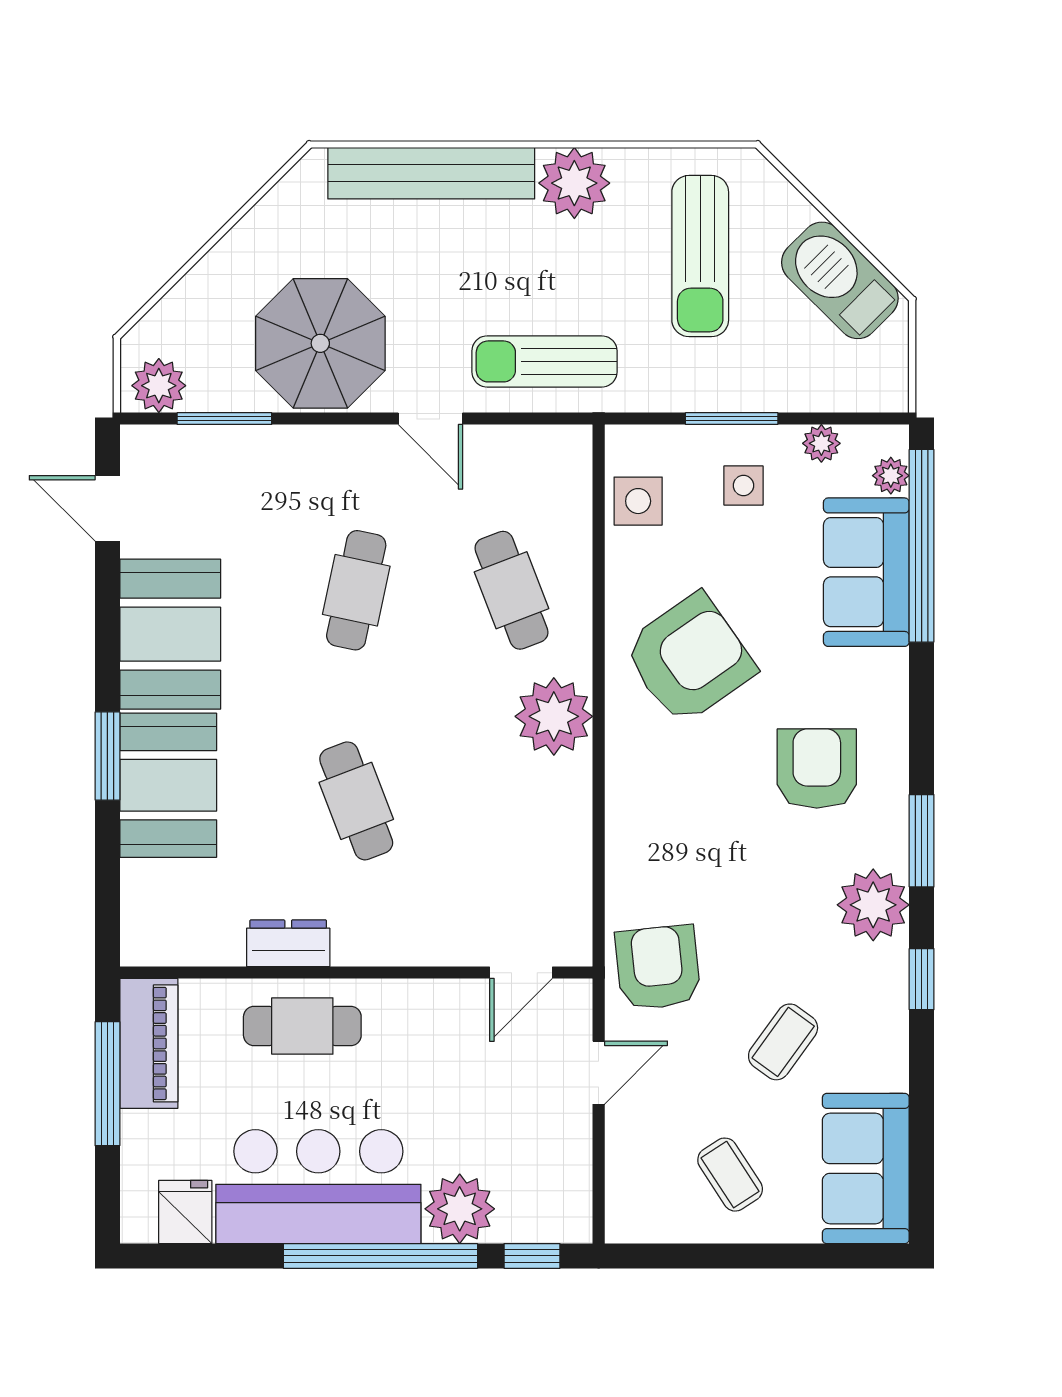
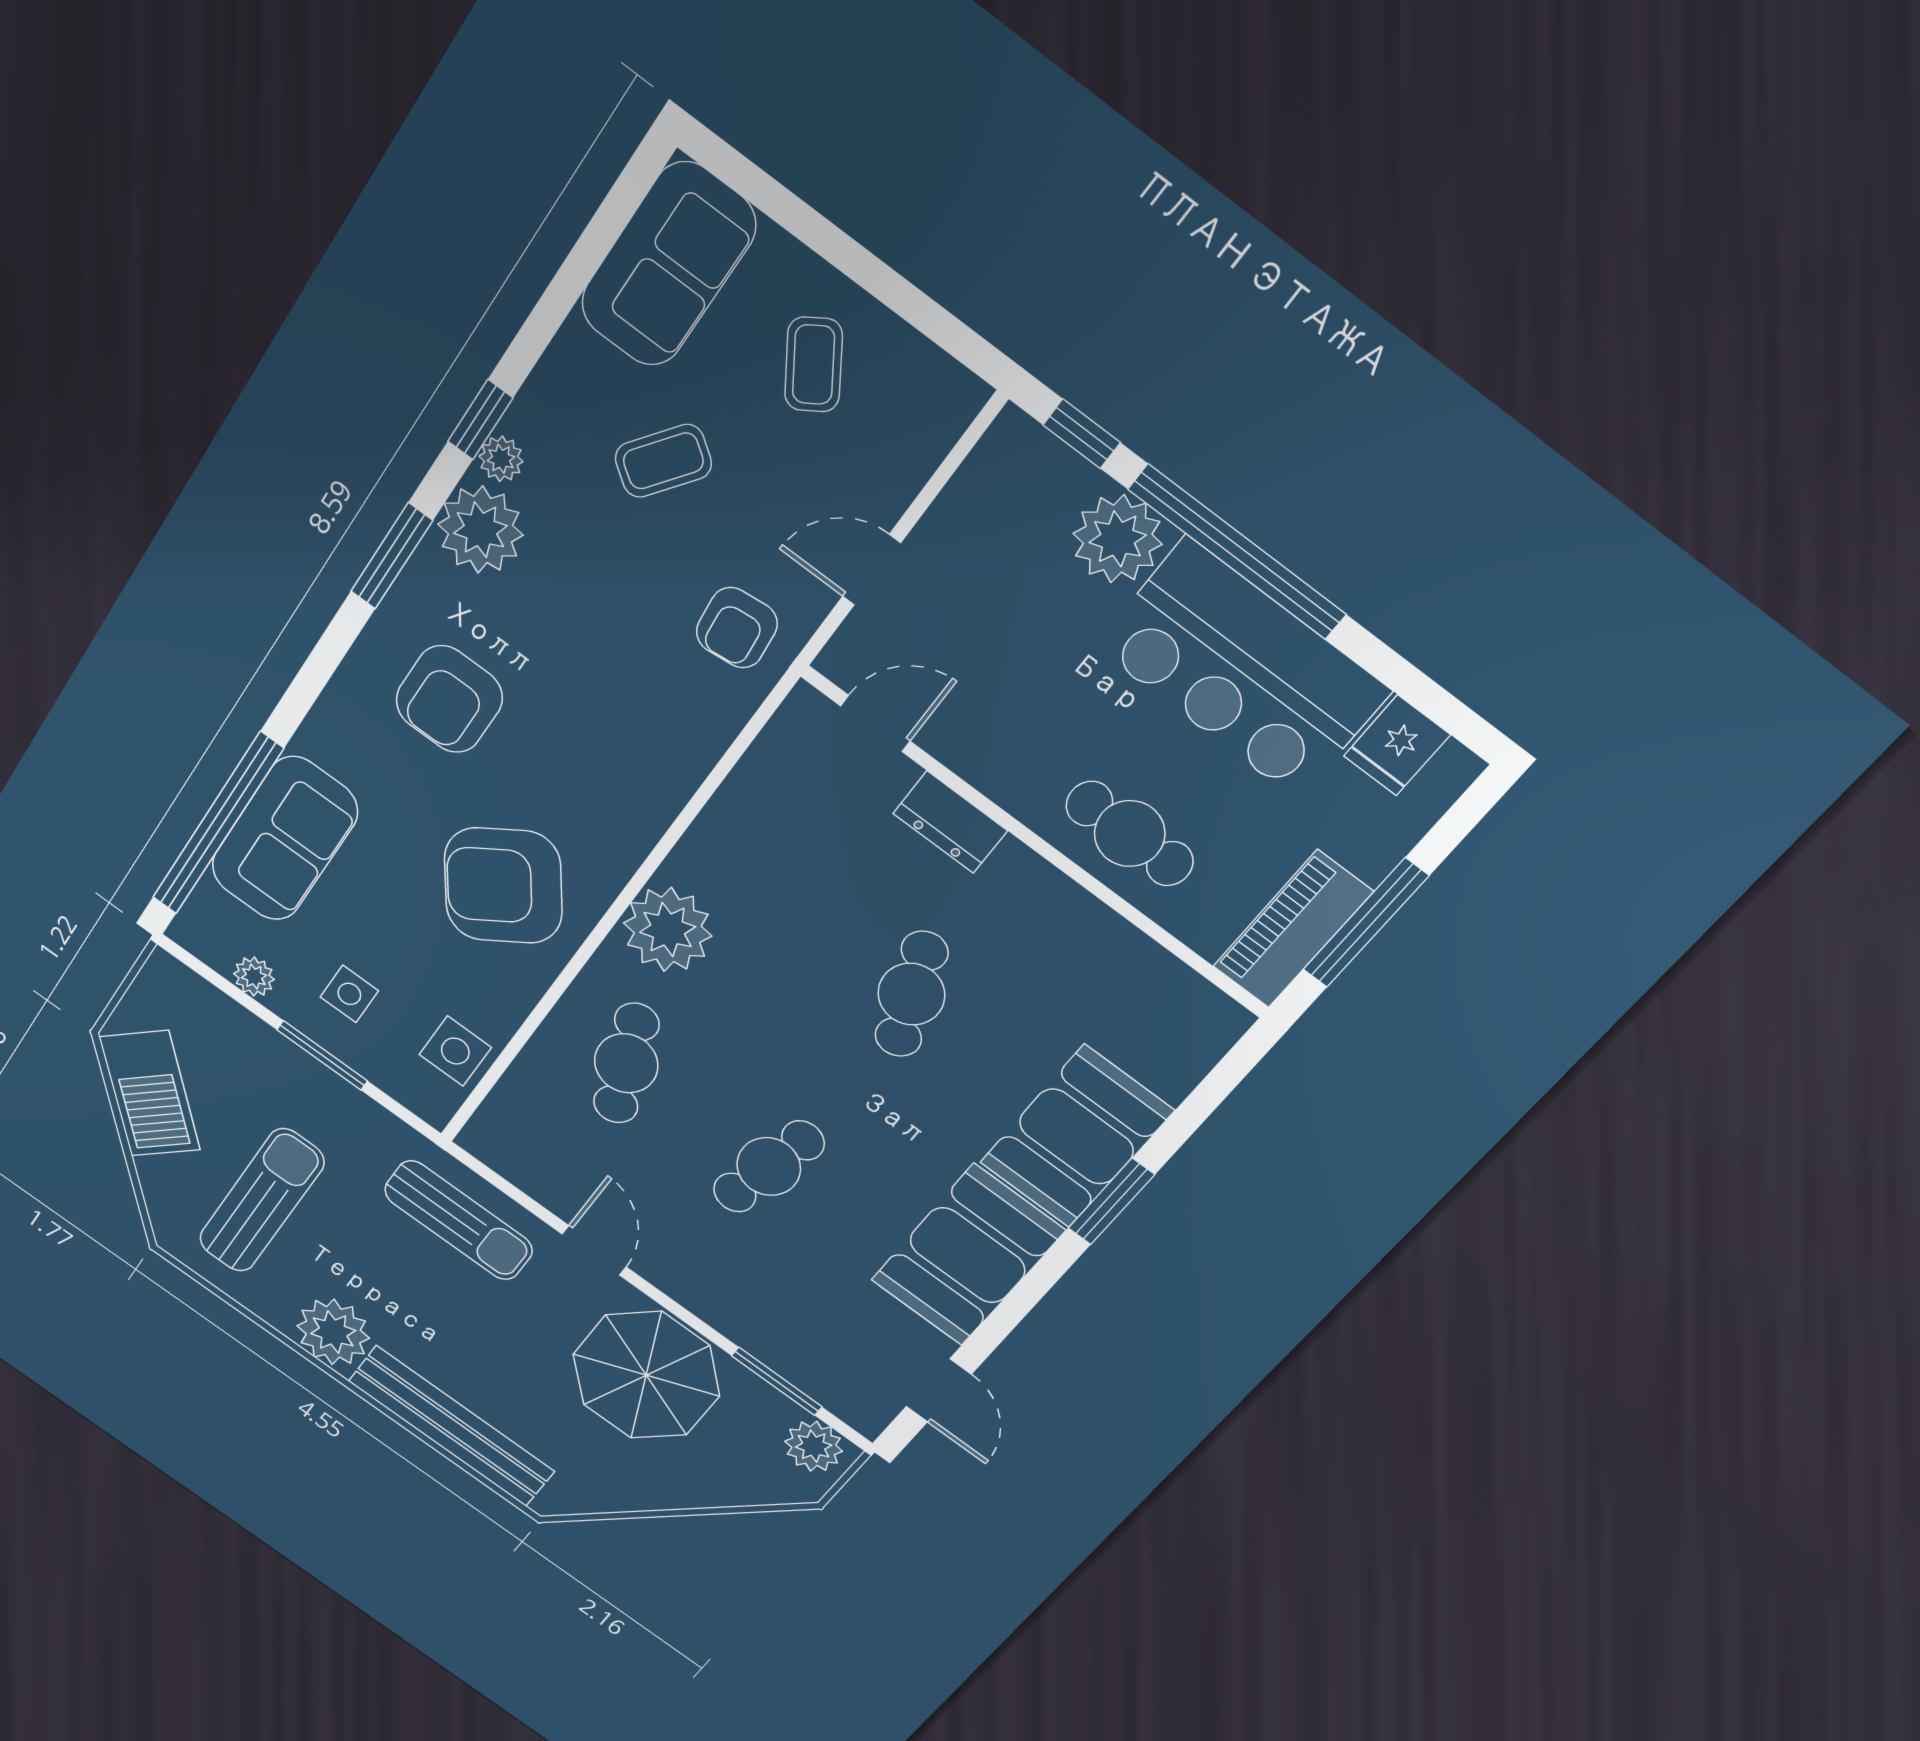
plant: (891, 476) -> (501, 459), moved
dresser: (288, 943) -> (950, 822), moved
armchair: (658, 968) -> (737, 628), width x0.72, depth x0.72

